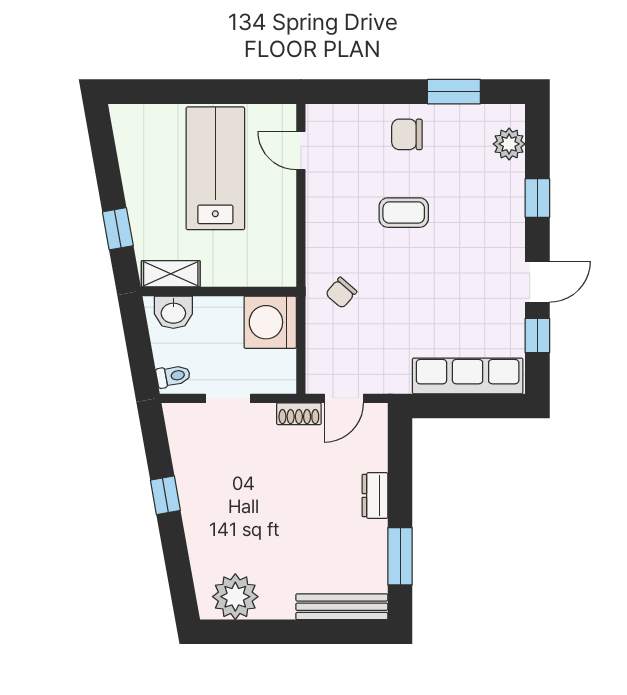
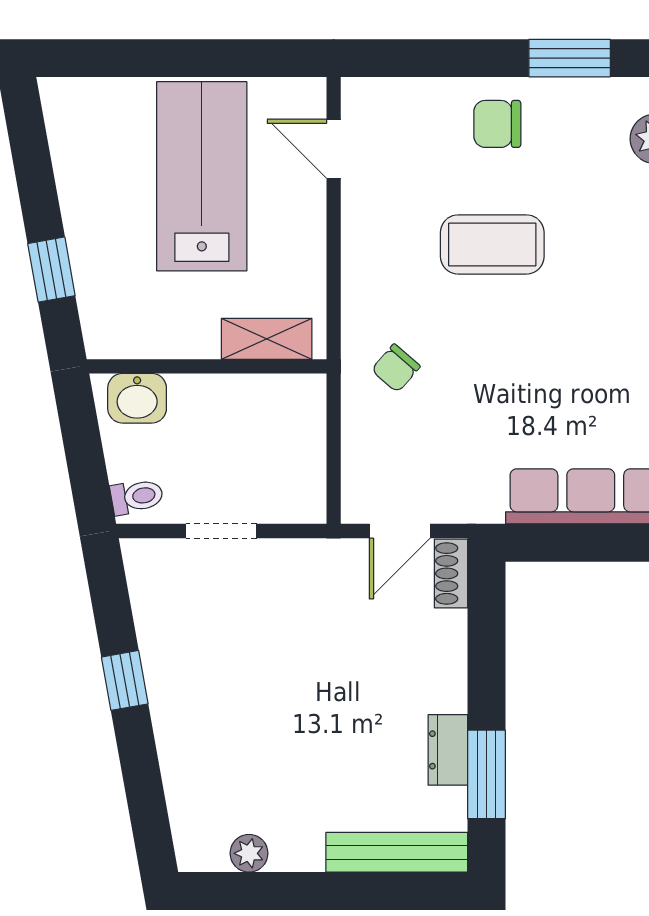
coffee table: (404, 213) -> (492, 244), width x1.36, depth x1.30
shelving: (171, 274) -> (267, 339), moved
washing machine: (270, 322) -> (286, 414), removed
shoe rack: (299, 414) -> (451, 573), moved, turned 90
dresser: (375, 496) -> (448, 750), moved
plant: (235, 597) -> (249, 853), width x0.53, depth x0.53

